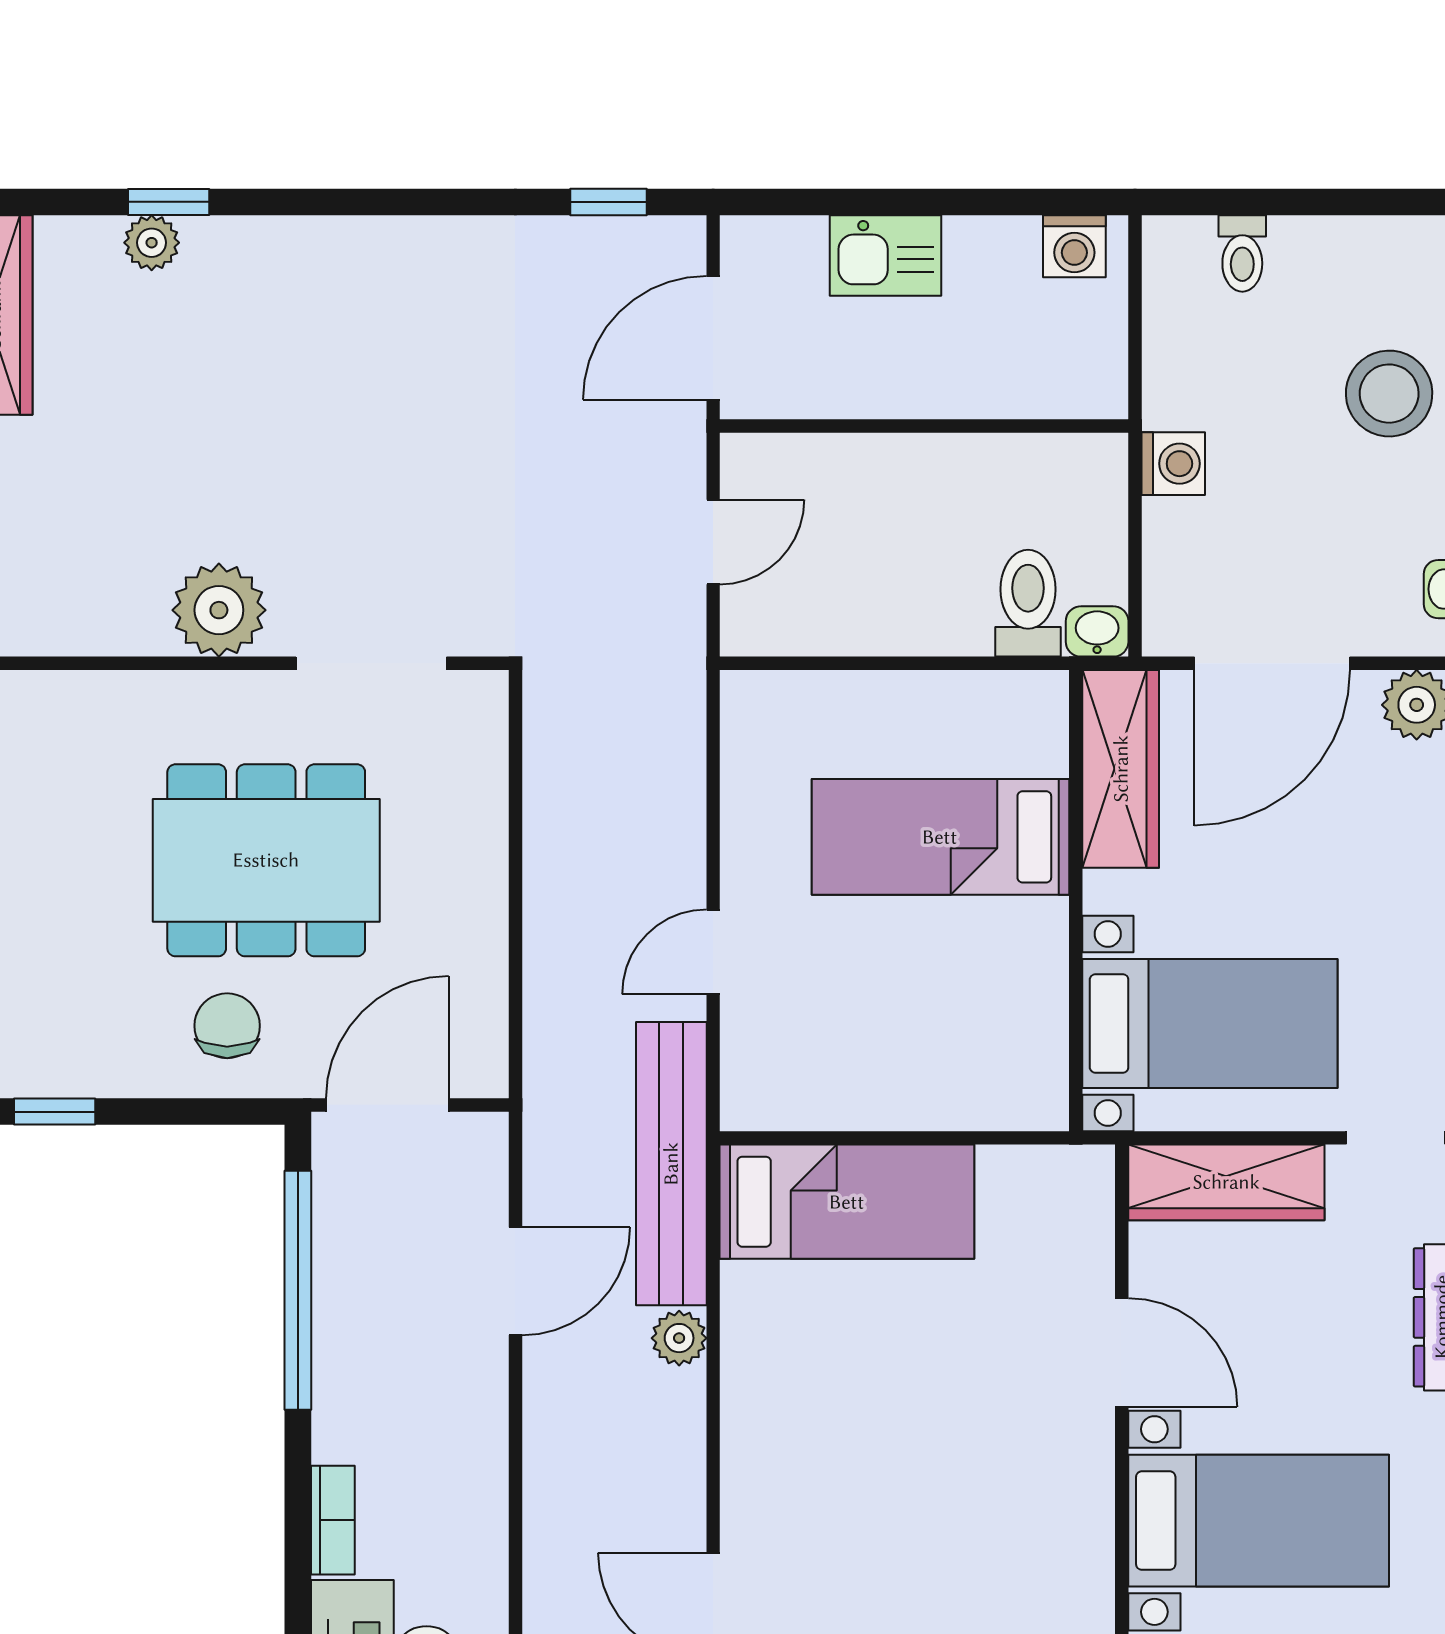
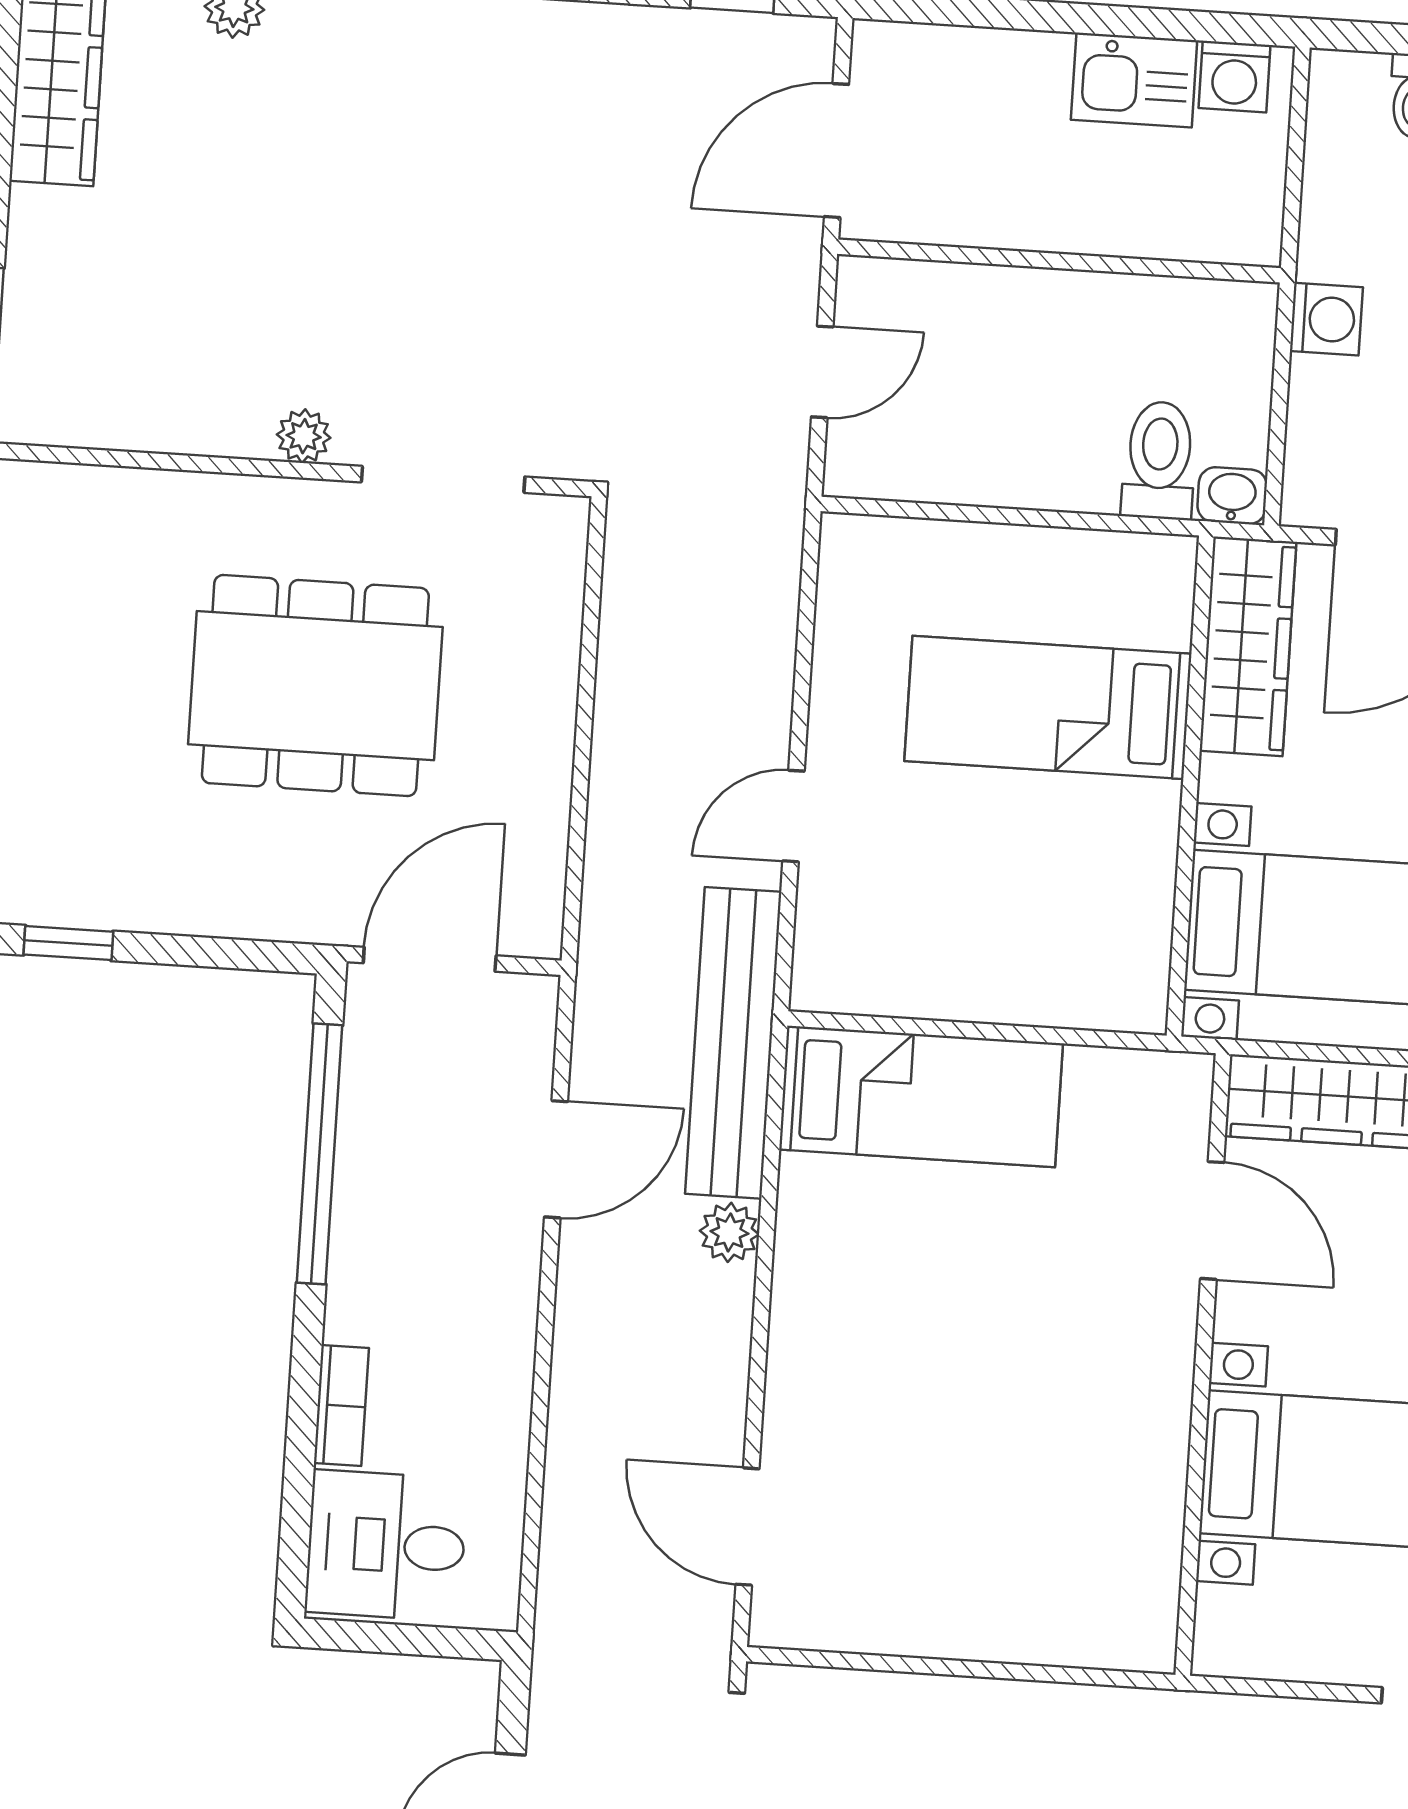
kitchen sink: (885, 255) -> (1134, 80), moved
plant: (219, 610) -> (304, 436), width x0.53, depth x0.53
chair: (227, 1026) -> (261, 862), removed
door: (1122, 1353) -> (1212, 1220), moved

